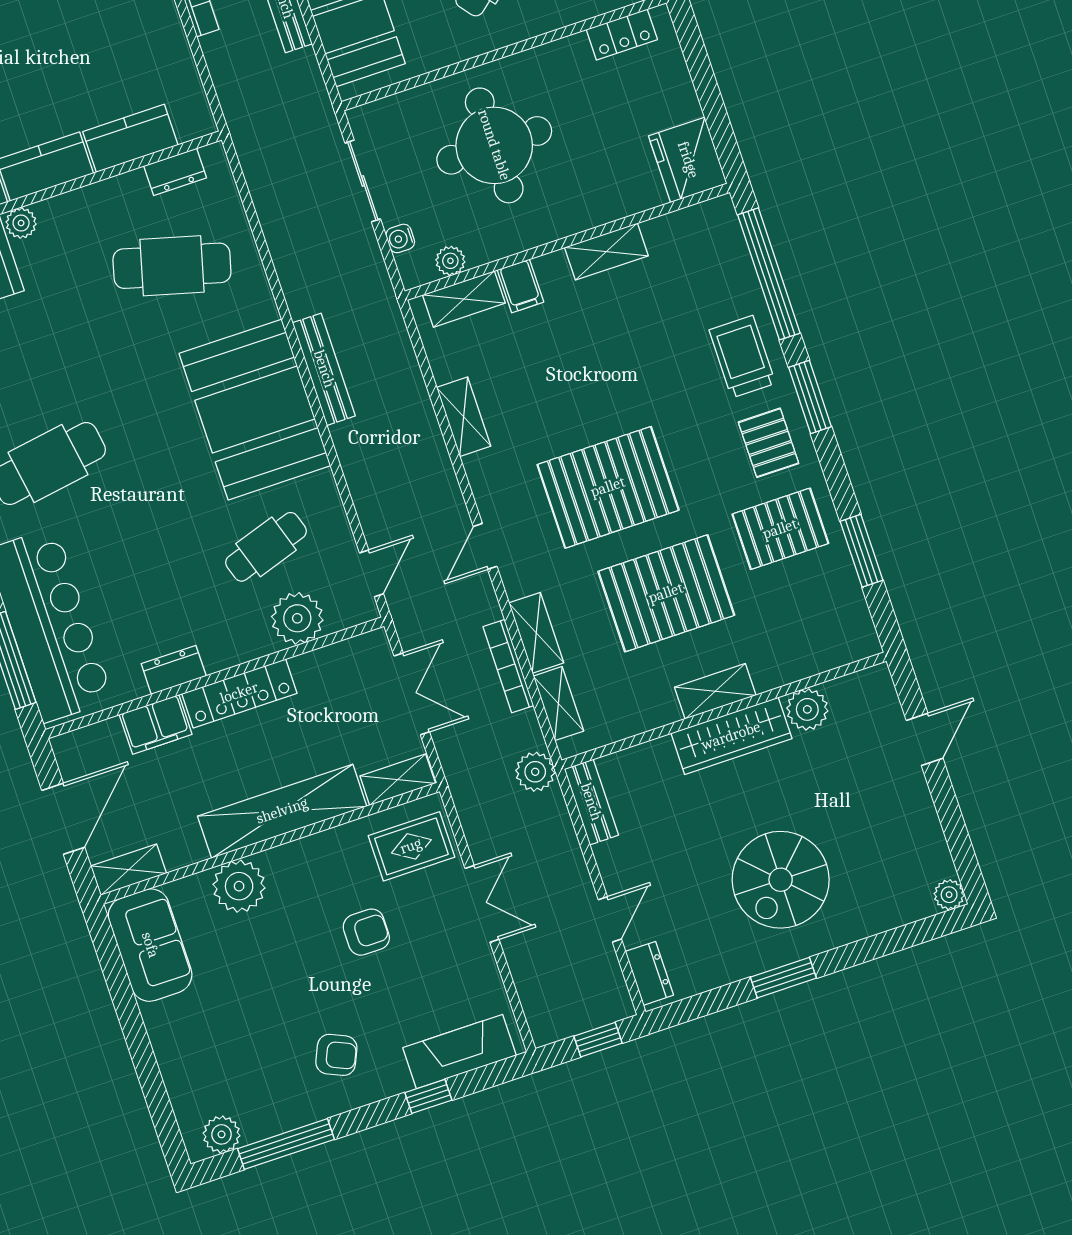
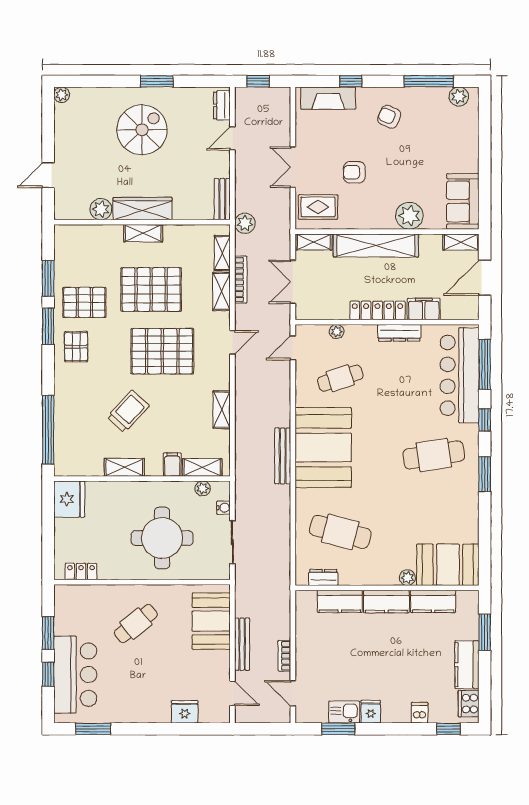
trolley: (742, 357) -> (128, 411), moved, turned -137
window: (810, 397) -> (48, 326), moved
plant: (297, 618) -> (337, 332), width x0.53, depth x0.53
dresser: (174, 670) -> (399, 333), width x1.44

